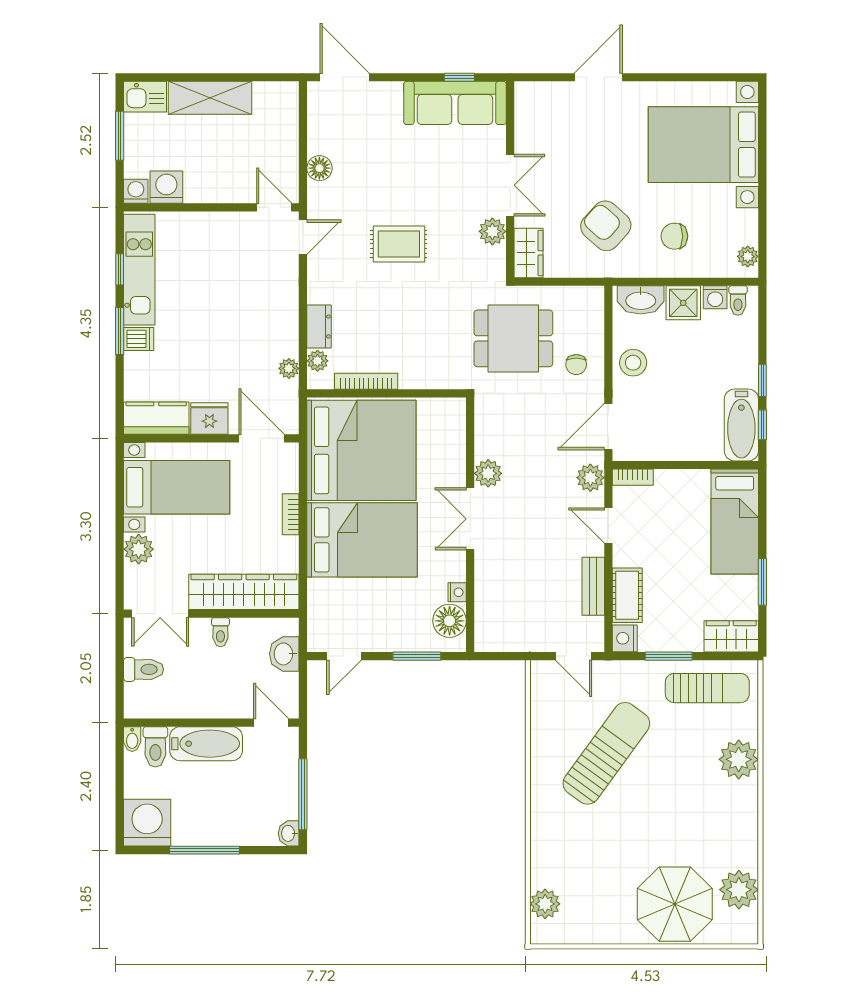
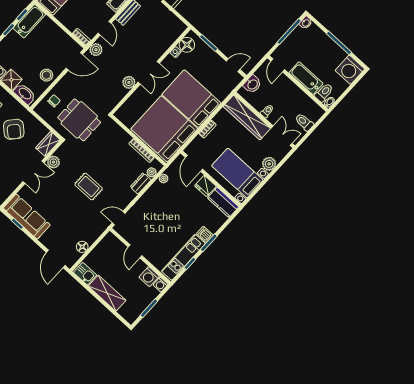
kitchen sink: (145, 97) -> (85, 274), moved
floor lamp: (319, 168) -> (82, 247), moved
double door: (510, 185) -> (33, 172), swing flipped
door: (274, 207) -> (135, 251), moved
chair: (576, 365) -> (54, 101), moved

